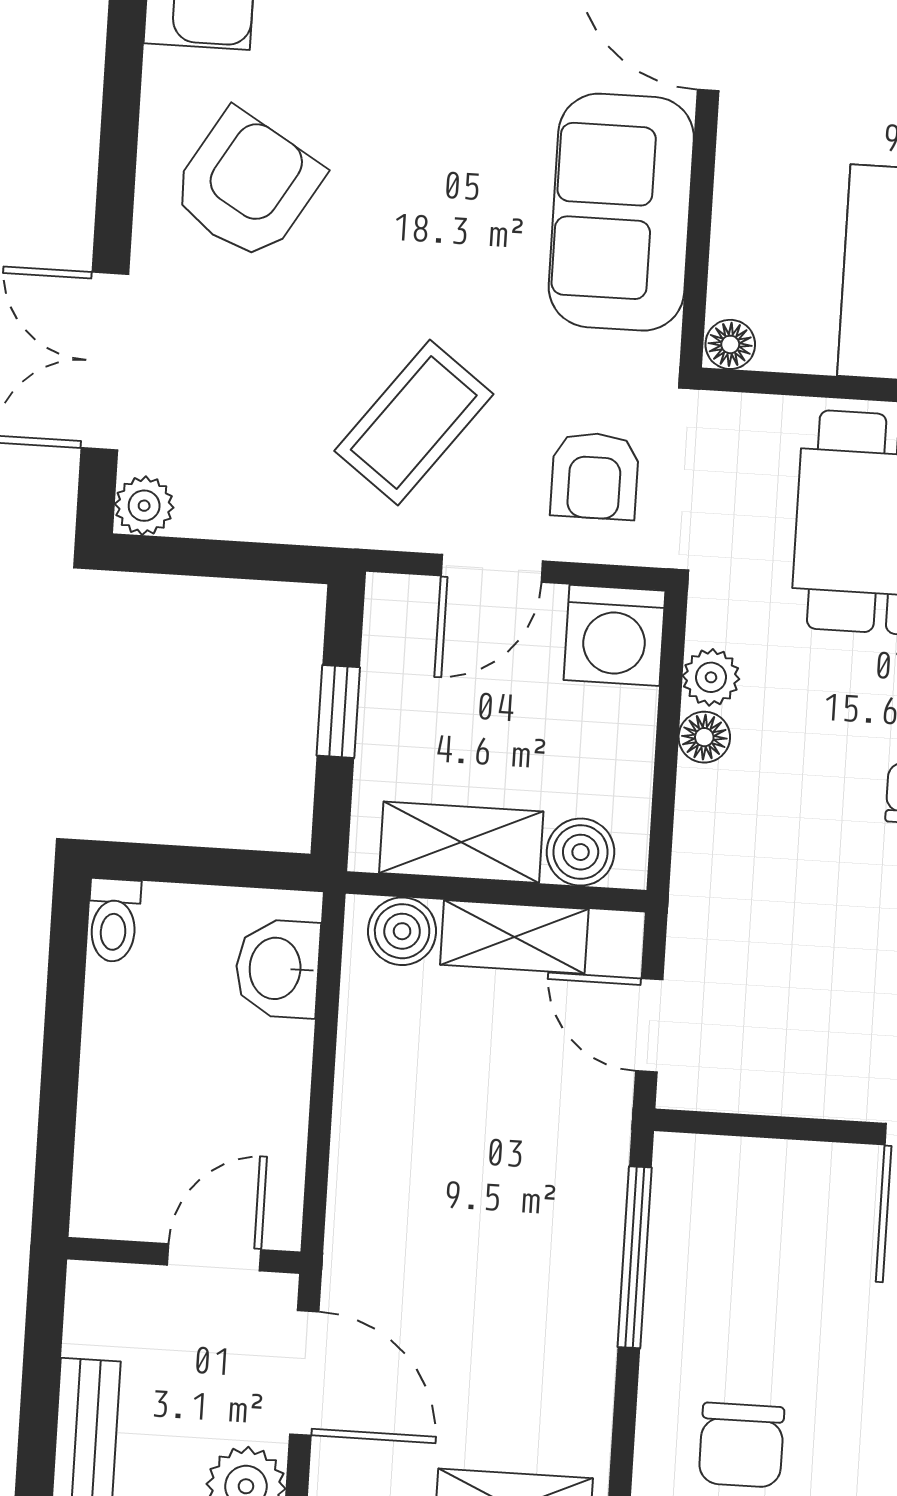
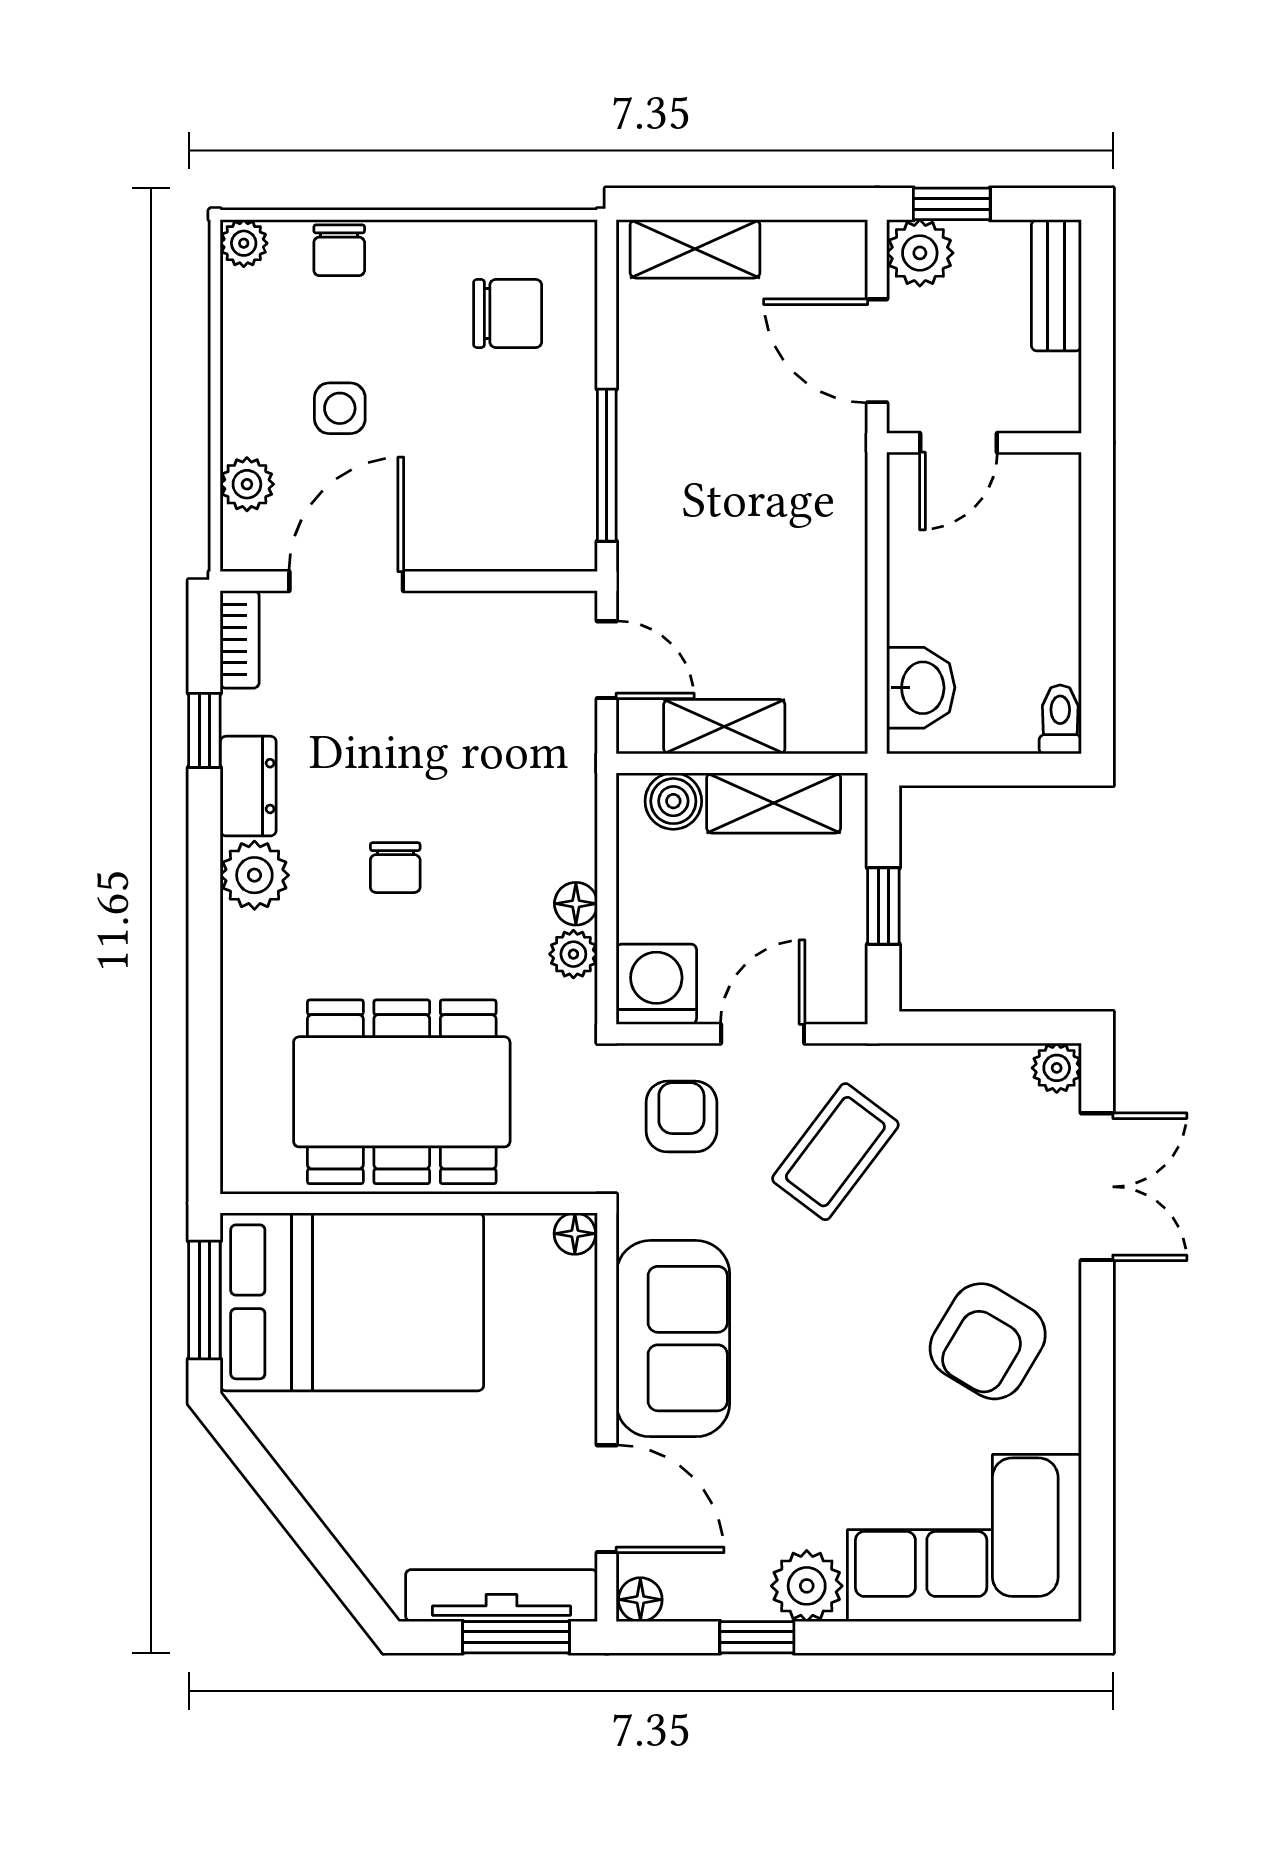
boiler: (402, 931) -> (818, 725), removed
chair: (741, 1445) -> (508, 314), turned 90

